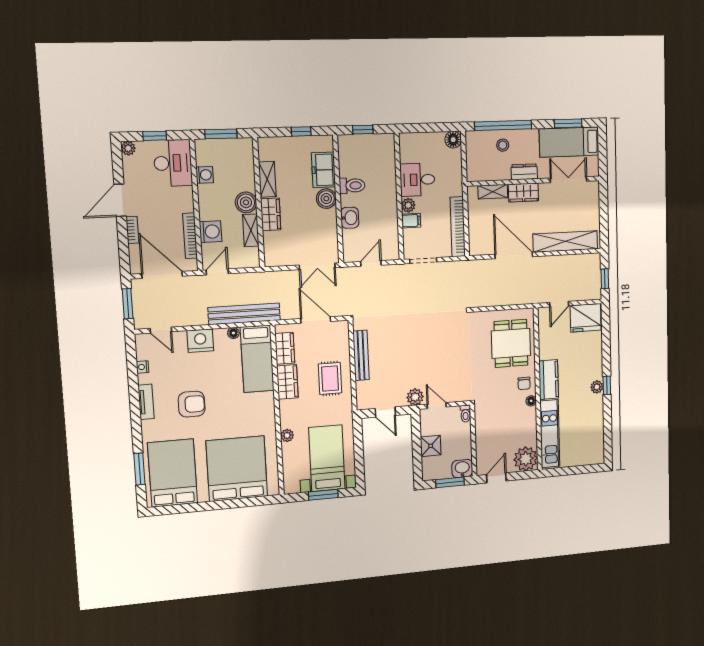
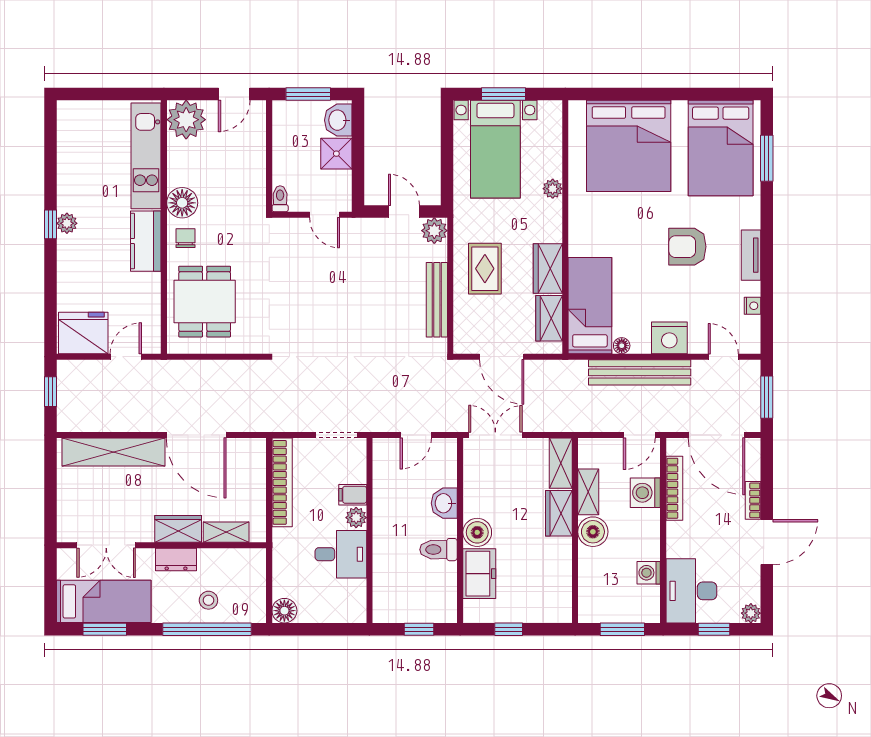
shelving: (267, 179) -> (561, 463), moved
bench: (244, 314) -> (640, 372), moved
plant: (415, 397) -> (434, 231), moved
floor lamp: (531, 401) -> (182, 203), width x1.89, depth x1.89
washbasin: (462, 469) -> (338, 120), moved, turned 90

